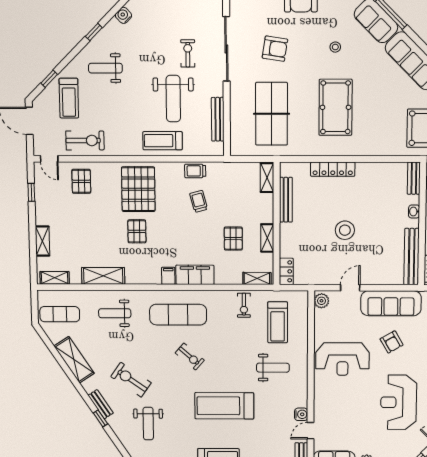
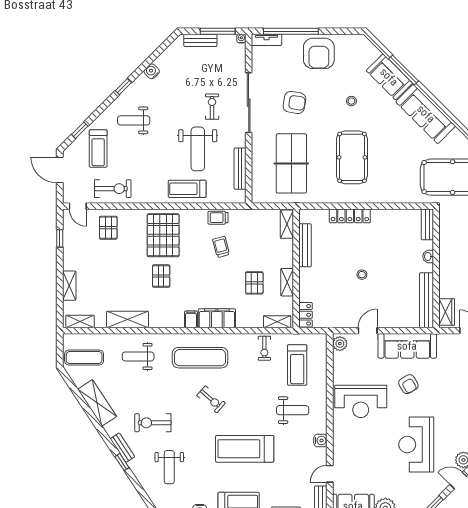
stool: (345, 230) -> (362, 275), width x0.53, depth x0.53
exercise bike: (131, 380) -> (153, 423), turned -35
water cooler: (301, 414) -> (320, 440), moved

